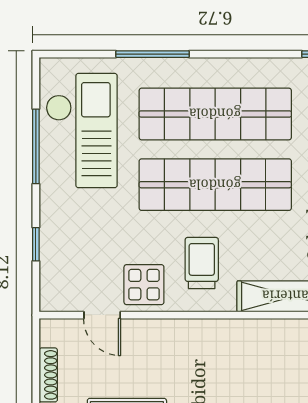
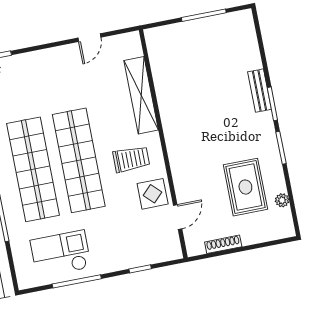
checkout: (82, 131) -> (61, 254), width x0.73, depth x0.83
trolley: (202, 263) -> (131, 159), turned 180

